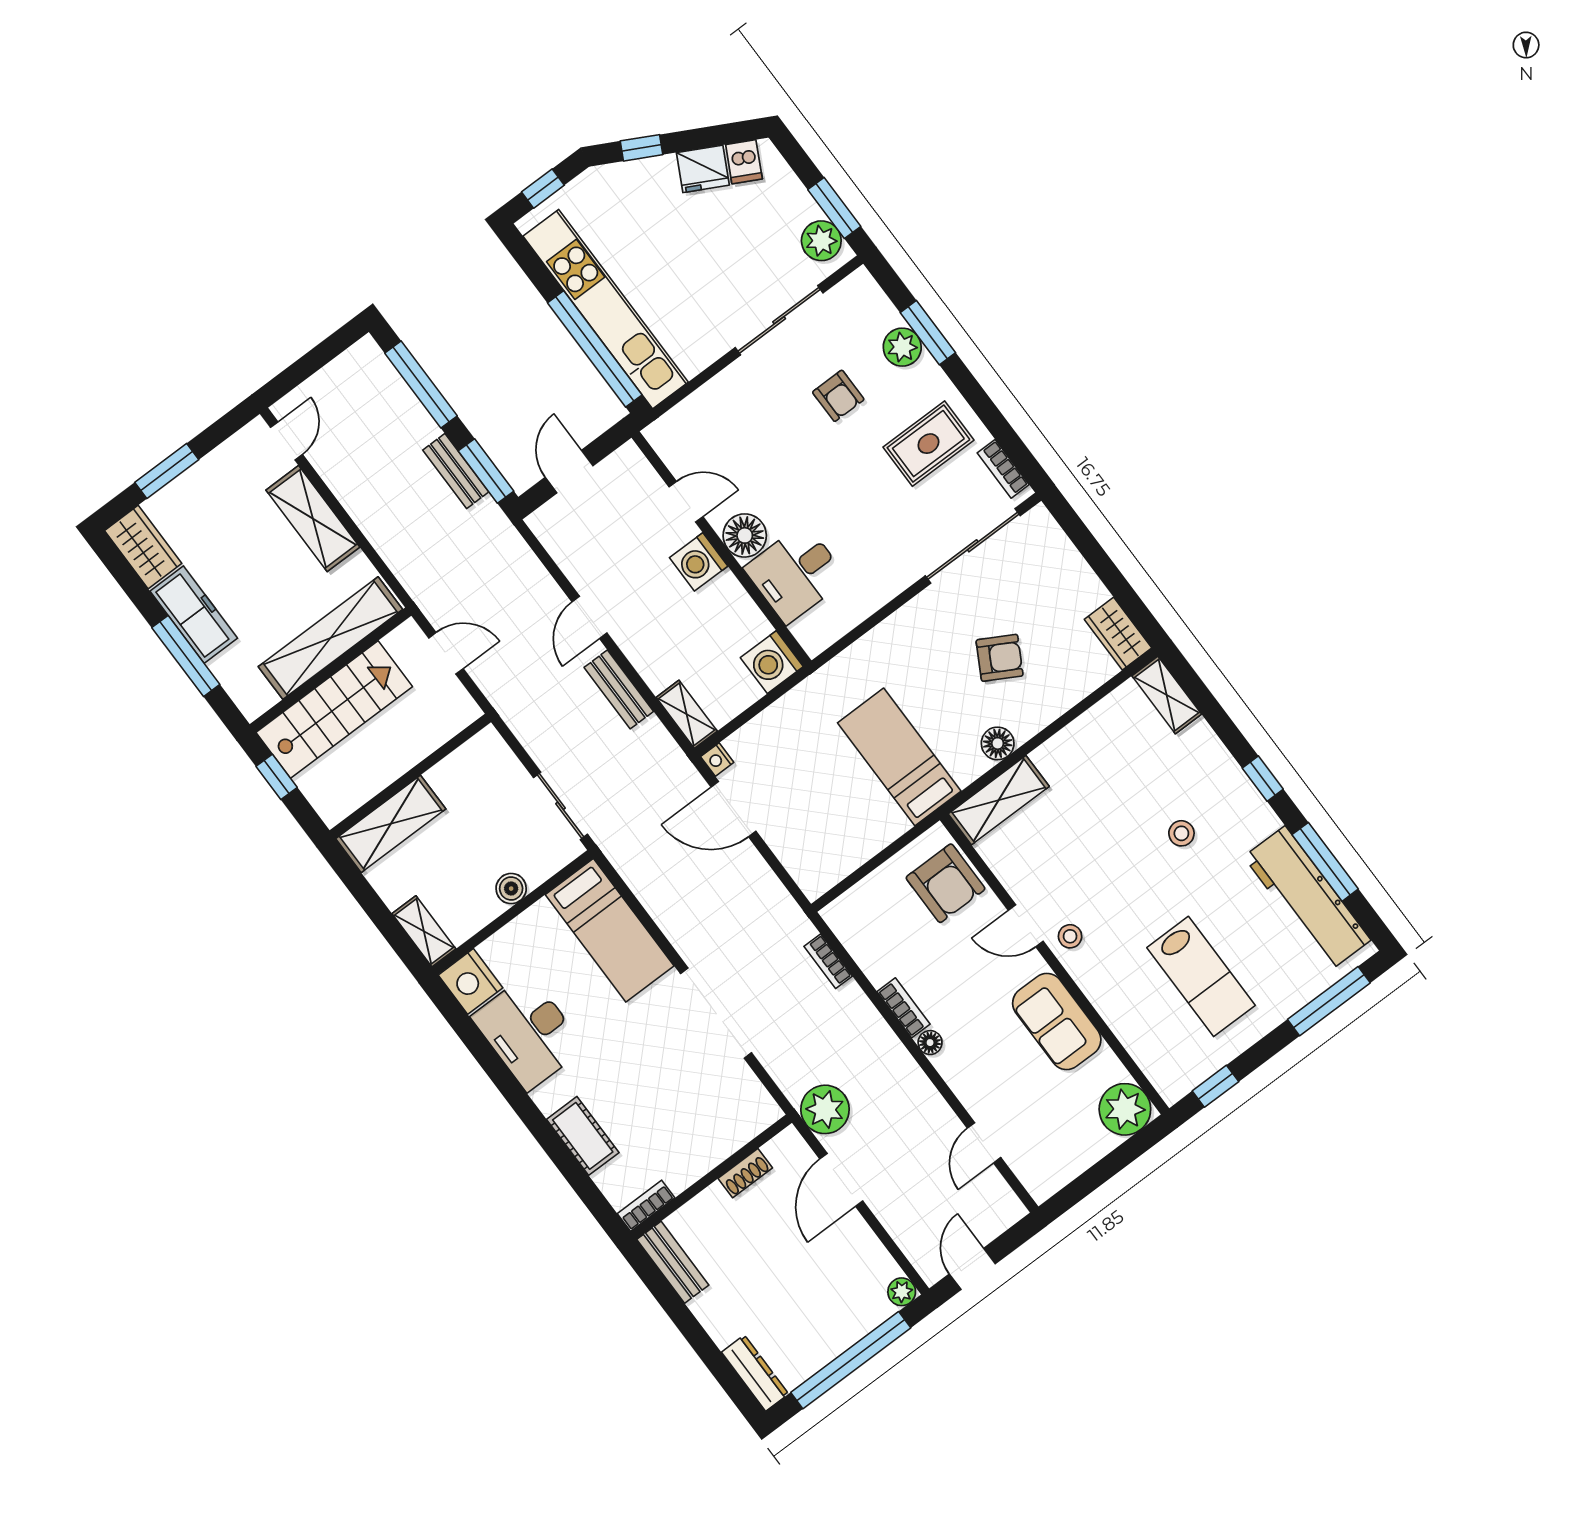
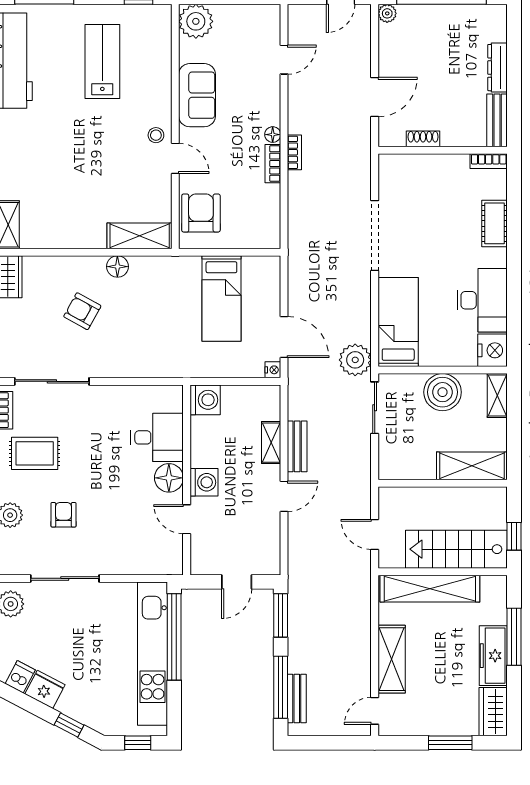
bench: (456, 471) -> (297, 699), moved
shelving: (687, 714) -> (271, 443), moved
bed: (899, 757) -> (221, 299), moved
stool: (1181, 833) -> (56, 145), removed
boiler: (511, 889) -> (443, 392), width x1.86, depth x1.86
bookcase: (828, 961) -> (294, 152), moved
plant: (825, 1109) -> (355, 360), moved
dresser: (755, 1373) -> (498, 68), moved

